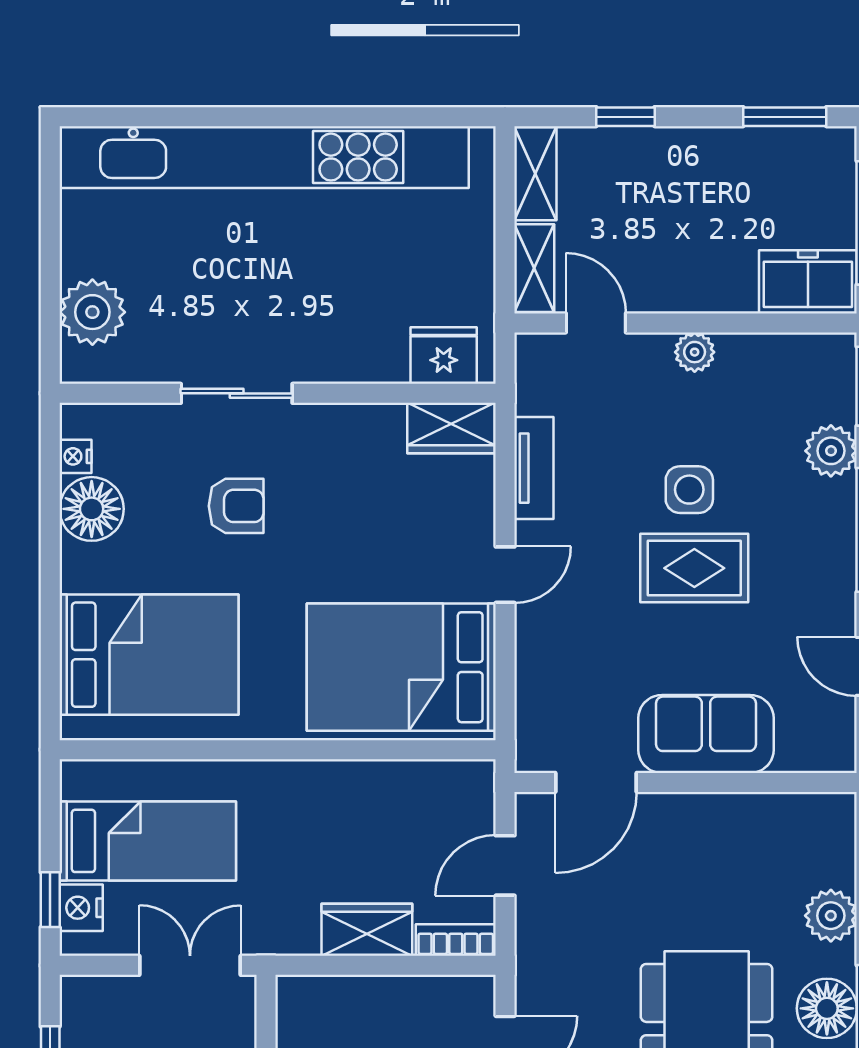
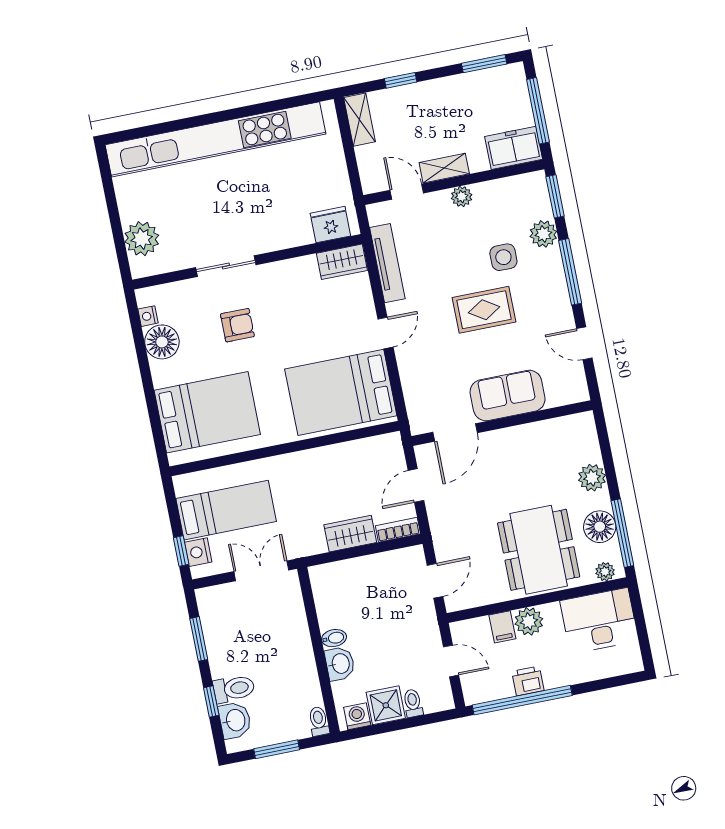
shelving: (534, 268) -> (444, 168), moved, turned 90
tv unit: (534, 468) -> (387, 263), width x1.41
side table: (689, 490) -> (503, 257), moved

